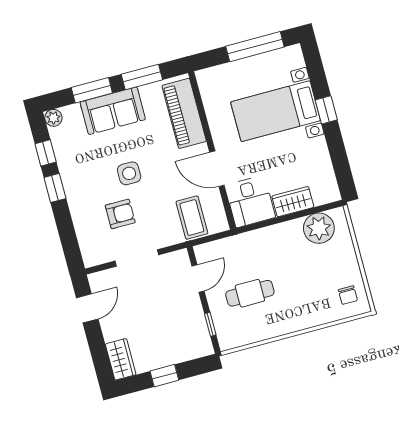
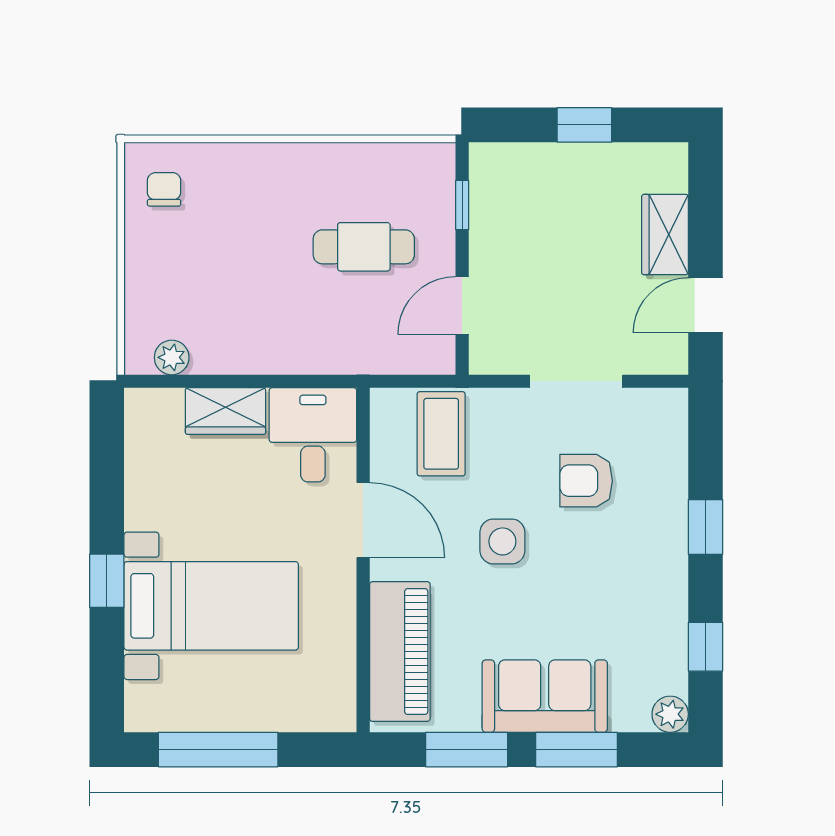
side table: (129, 173) -> (502, 541), moved
window: (55, 188) -> (706, 527), moved
plant: (319, 228) -> (172, 357), width x0.53, depth x0.53
wardrobe: (121, 359) -> (665, 235), moved

